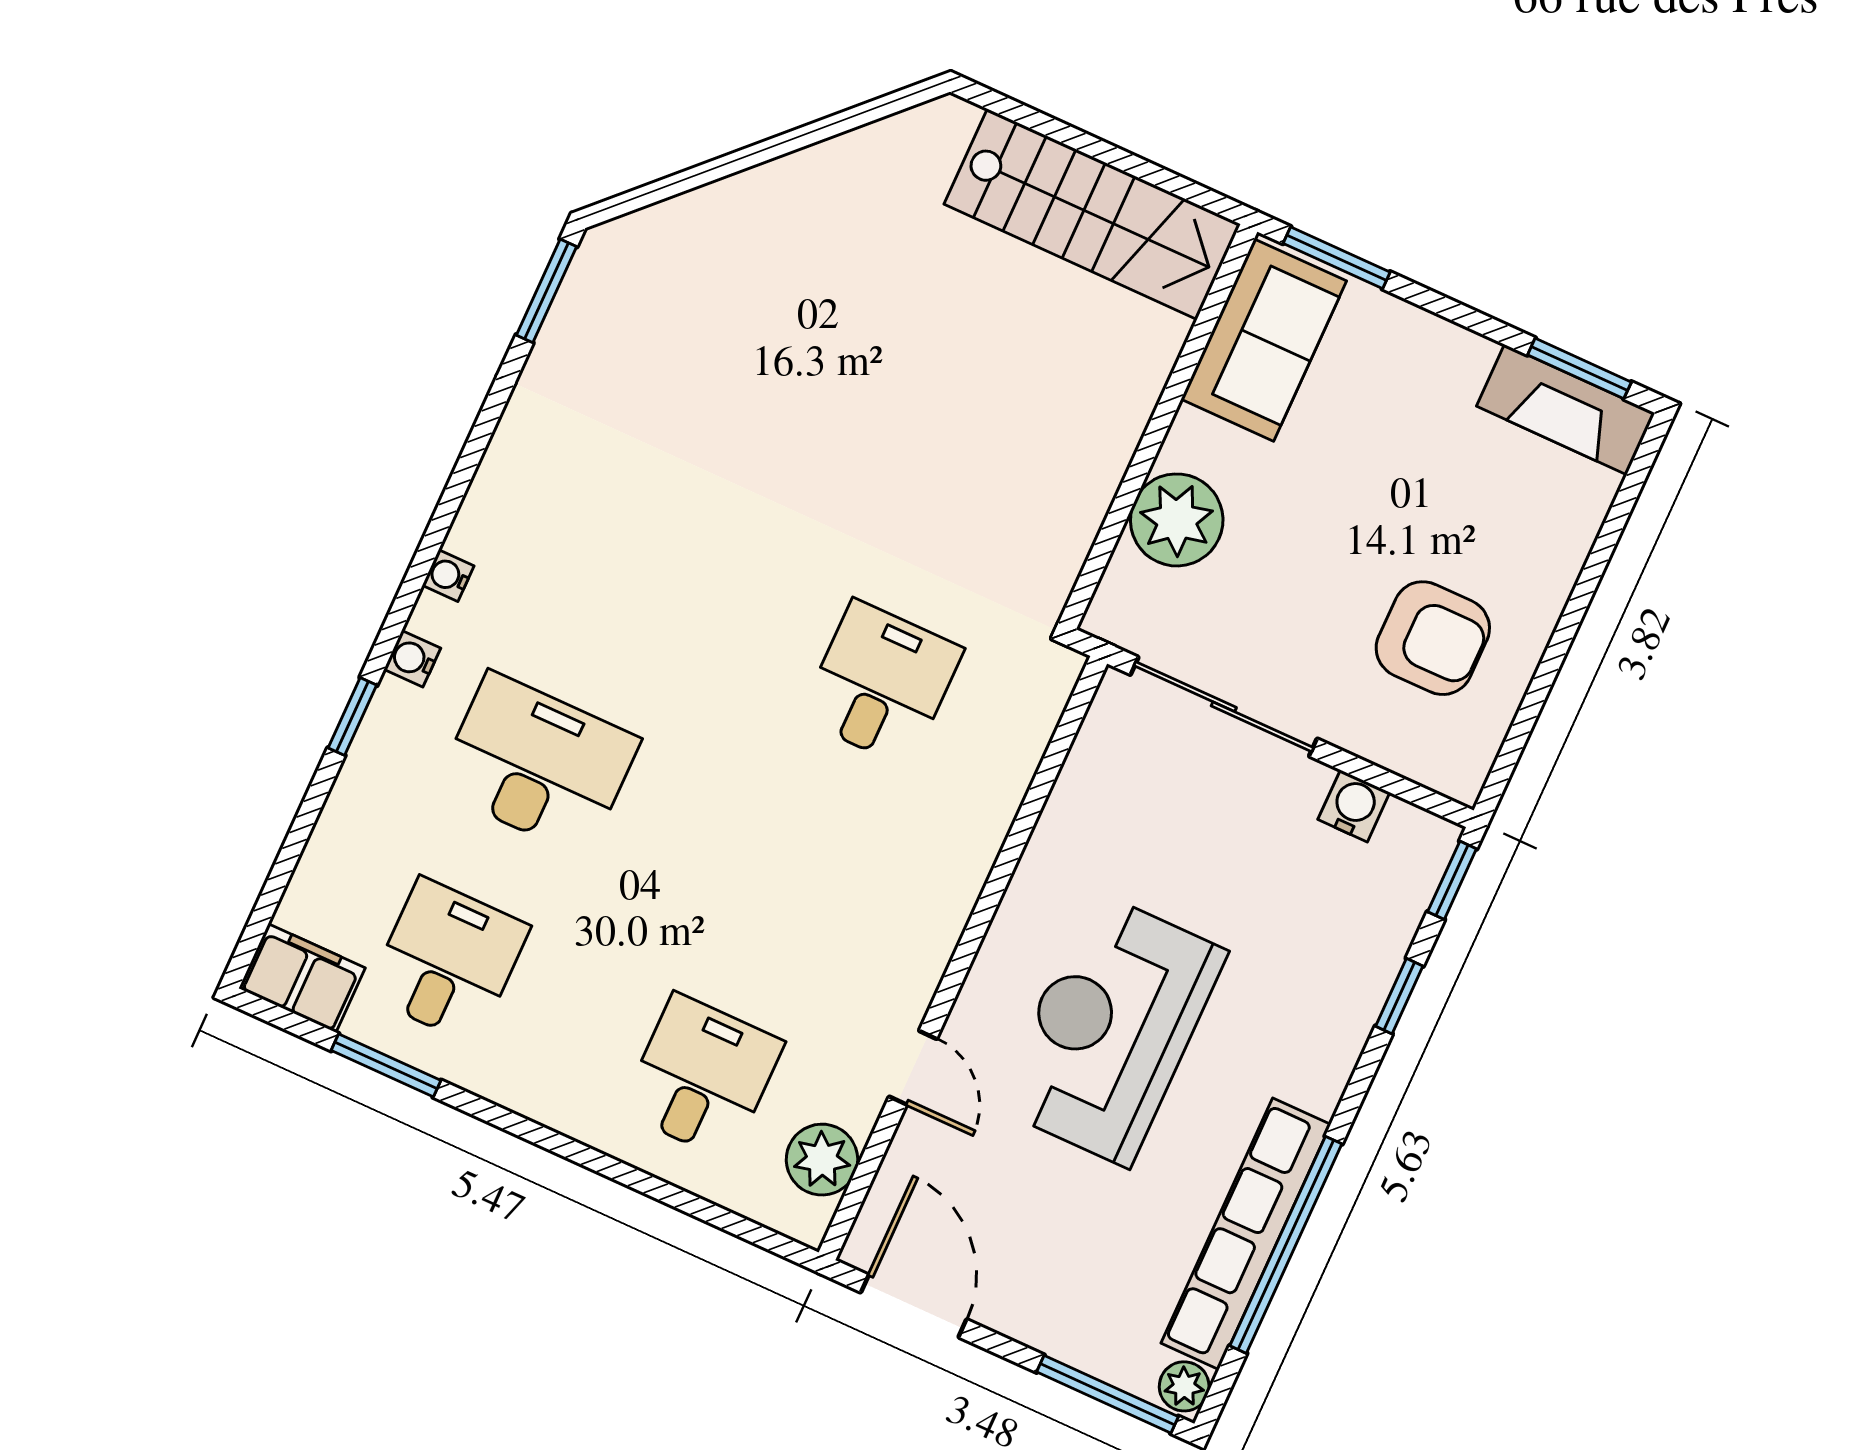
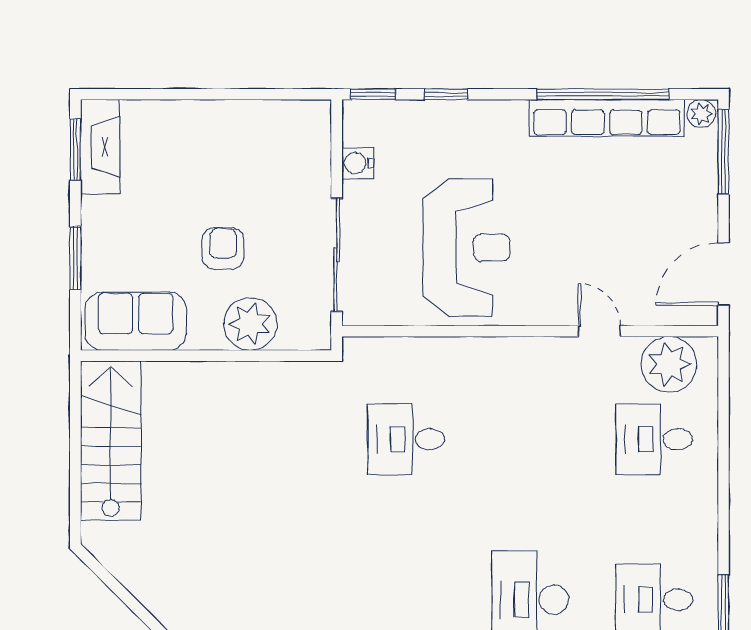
window: (1337, 258) -> (75, 258), moved
armchair: (1433, 638) -> (223, 248), moved, width x0.72, depth x0.72
reception desk: (1111, 1029) -> (466, 248), moved, turned -90
door: (913, 1068) -> (599, 331), hinge flipped
plant: (822, 1160) -> (669, 364), width x1.36, depth x1.36

